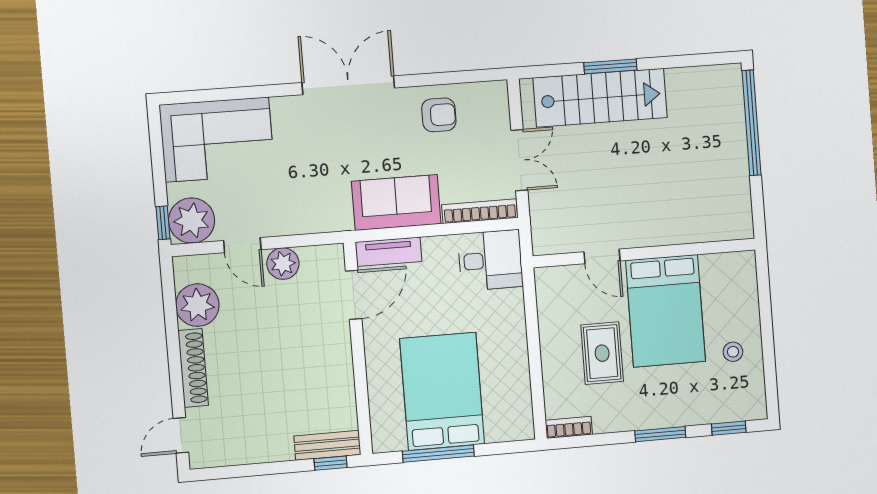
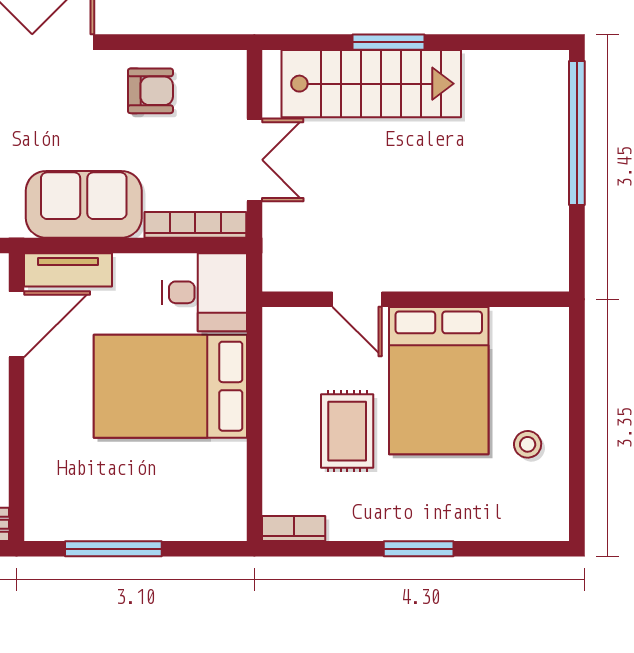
bed: (442, 391) -> (170, 386), moved, turned -90
window: (729, 428) -> (514, 549), removed

